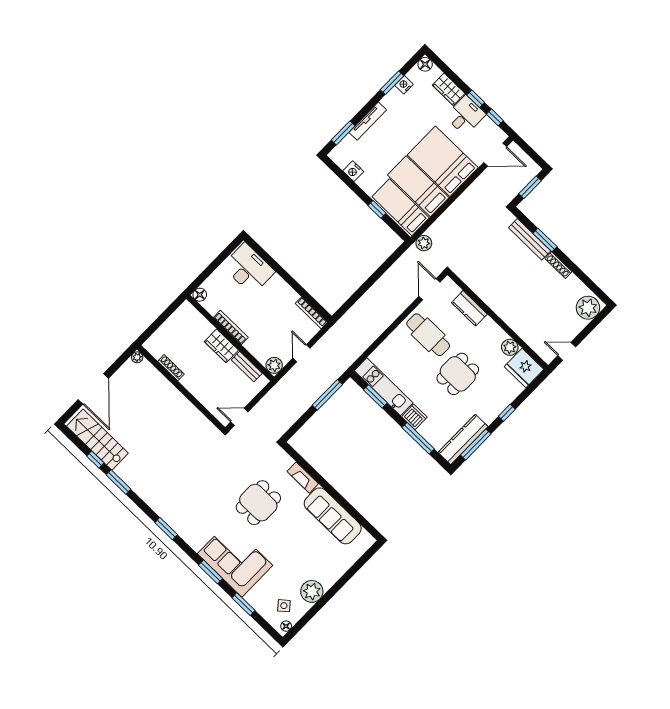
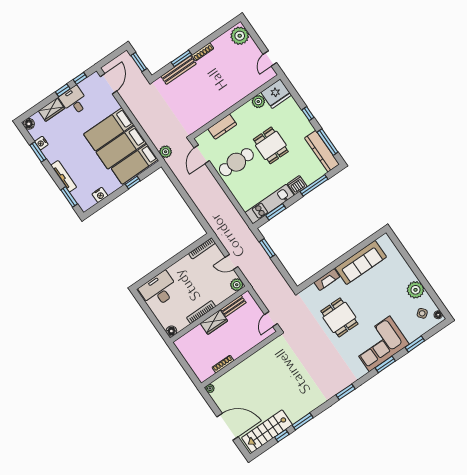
bed: (443, 161) -> (109, 129), width x0.67
door: (429, 289) -> (202, 154), hinge flipped
window: (327, 395) -> (267, 248), width x0.69

